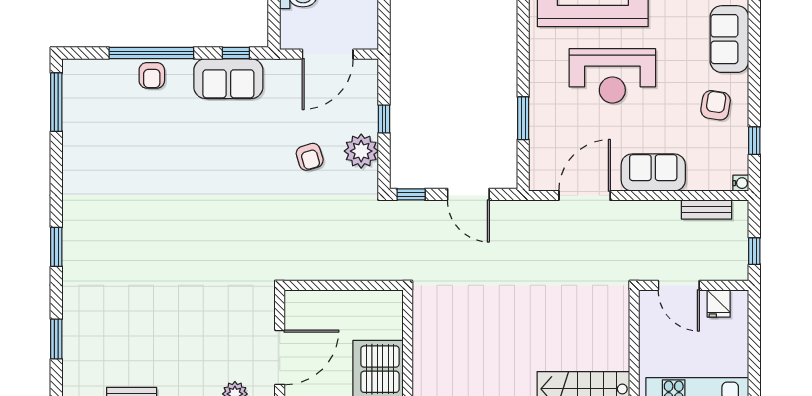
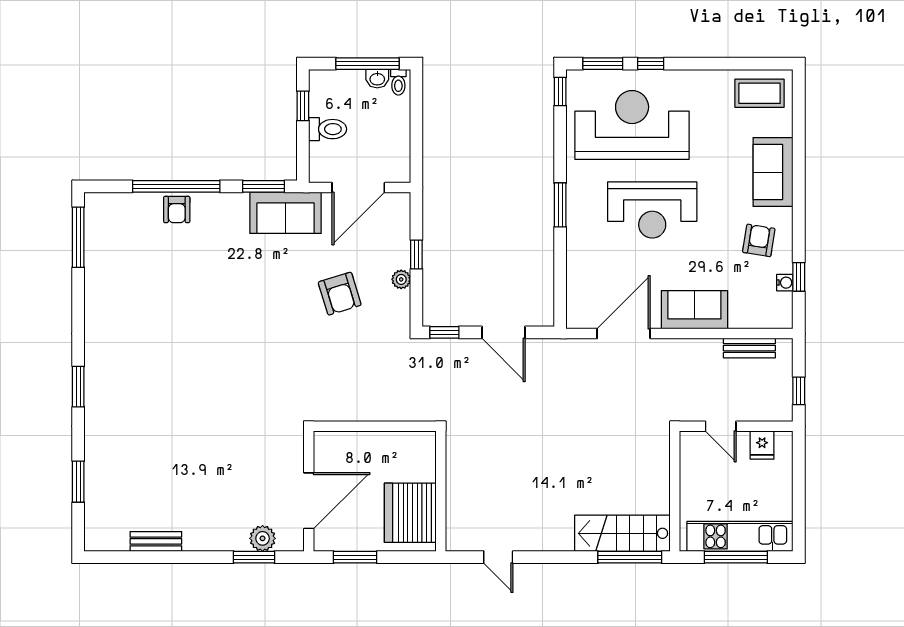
window: (236, 53) -> (264, 186), width x1.50
sofa: (228, 79) -> (285, 213), moved
window: (523, 118) -> (560, 205), moved
plant: (361, 151) -> (401, 279), width x0.53, depth x0.53
armchair: (310, 157) -> (340, 294), width x1.38, depth x1.38
water cooler: (741, 183) -> (785, 283), moved
door: (679, 285) -> (721, 426), width x0.73

